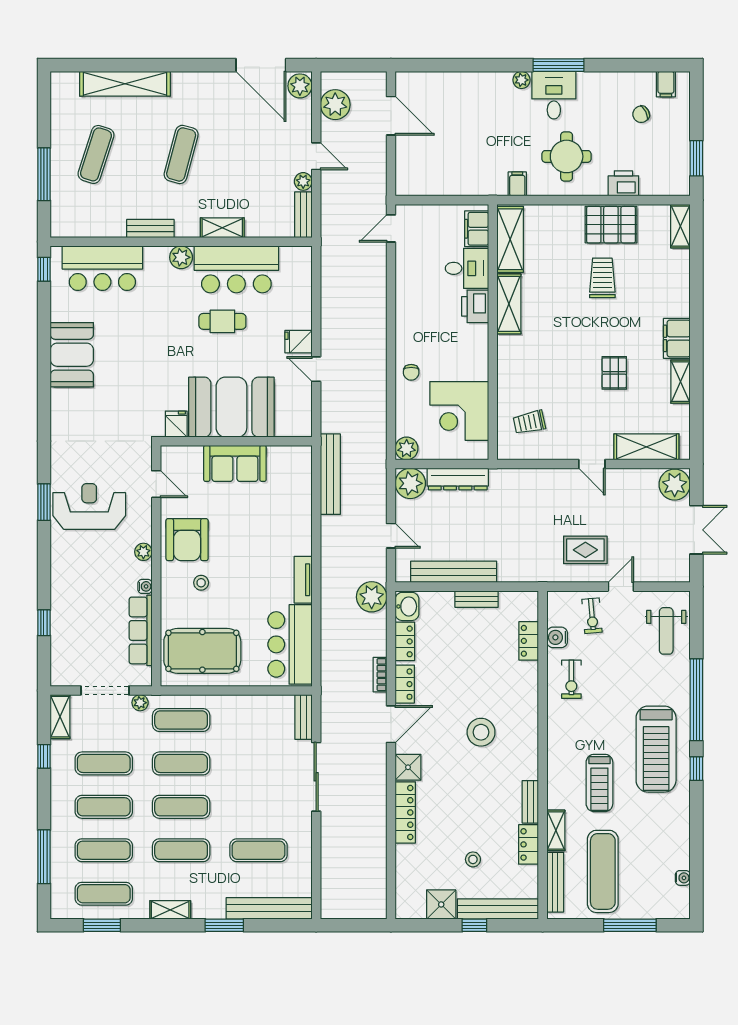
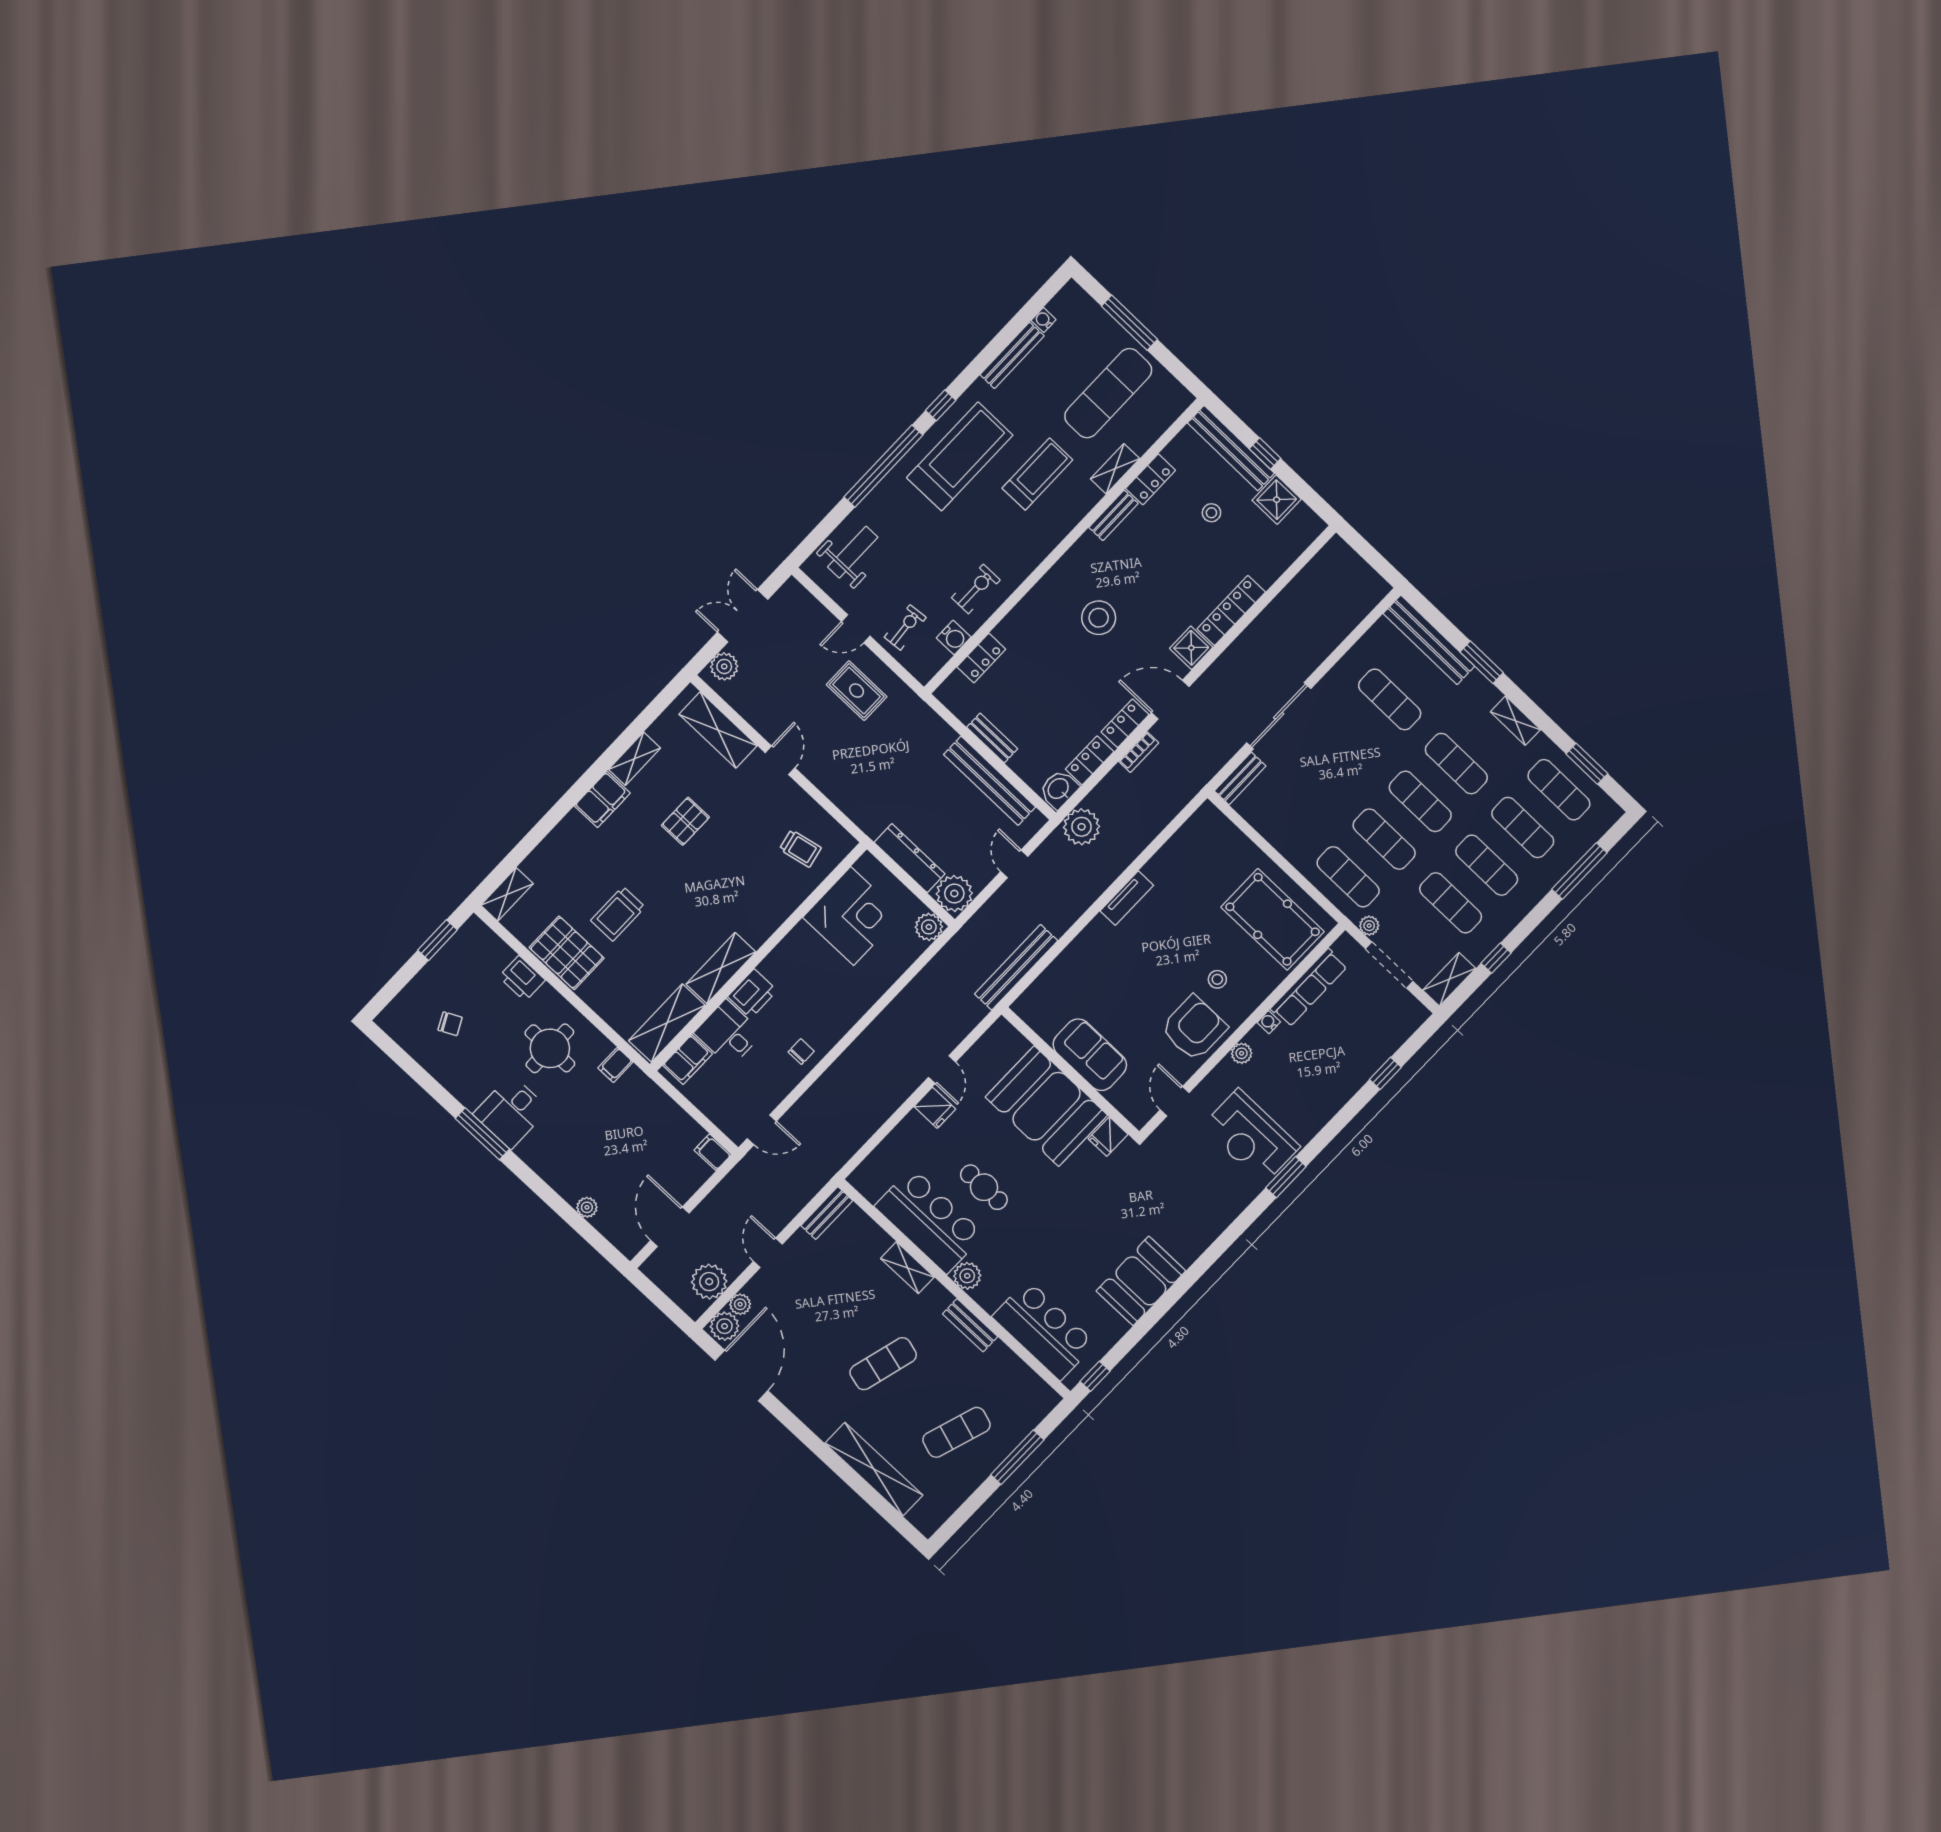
plant: (521, 80) -> (587, 1207), moved
filing cabinet: (666, 84) -> (713, 1152), moved, turned -90
plant: (303, 181) -> (740, 1304), moved
chair: (411, 372) -> (801, 1052), moved
plant: (675, 485) -> (724, 666), width x0.73, depth x0.73
bar counter: (290, 644) -> (1192, 853), removed
bench: (555, 882) -> (1012, 355), moved

